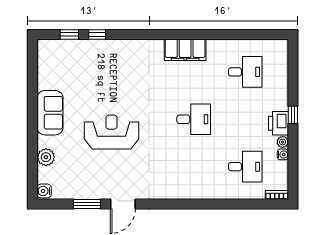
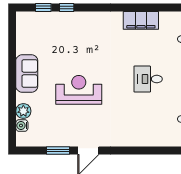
desk: (194, 119) -> (148, 79), turned 180
water cooler: (44, 191) -> (22, 125), moved

